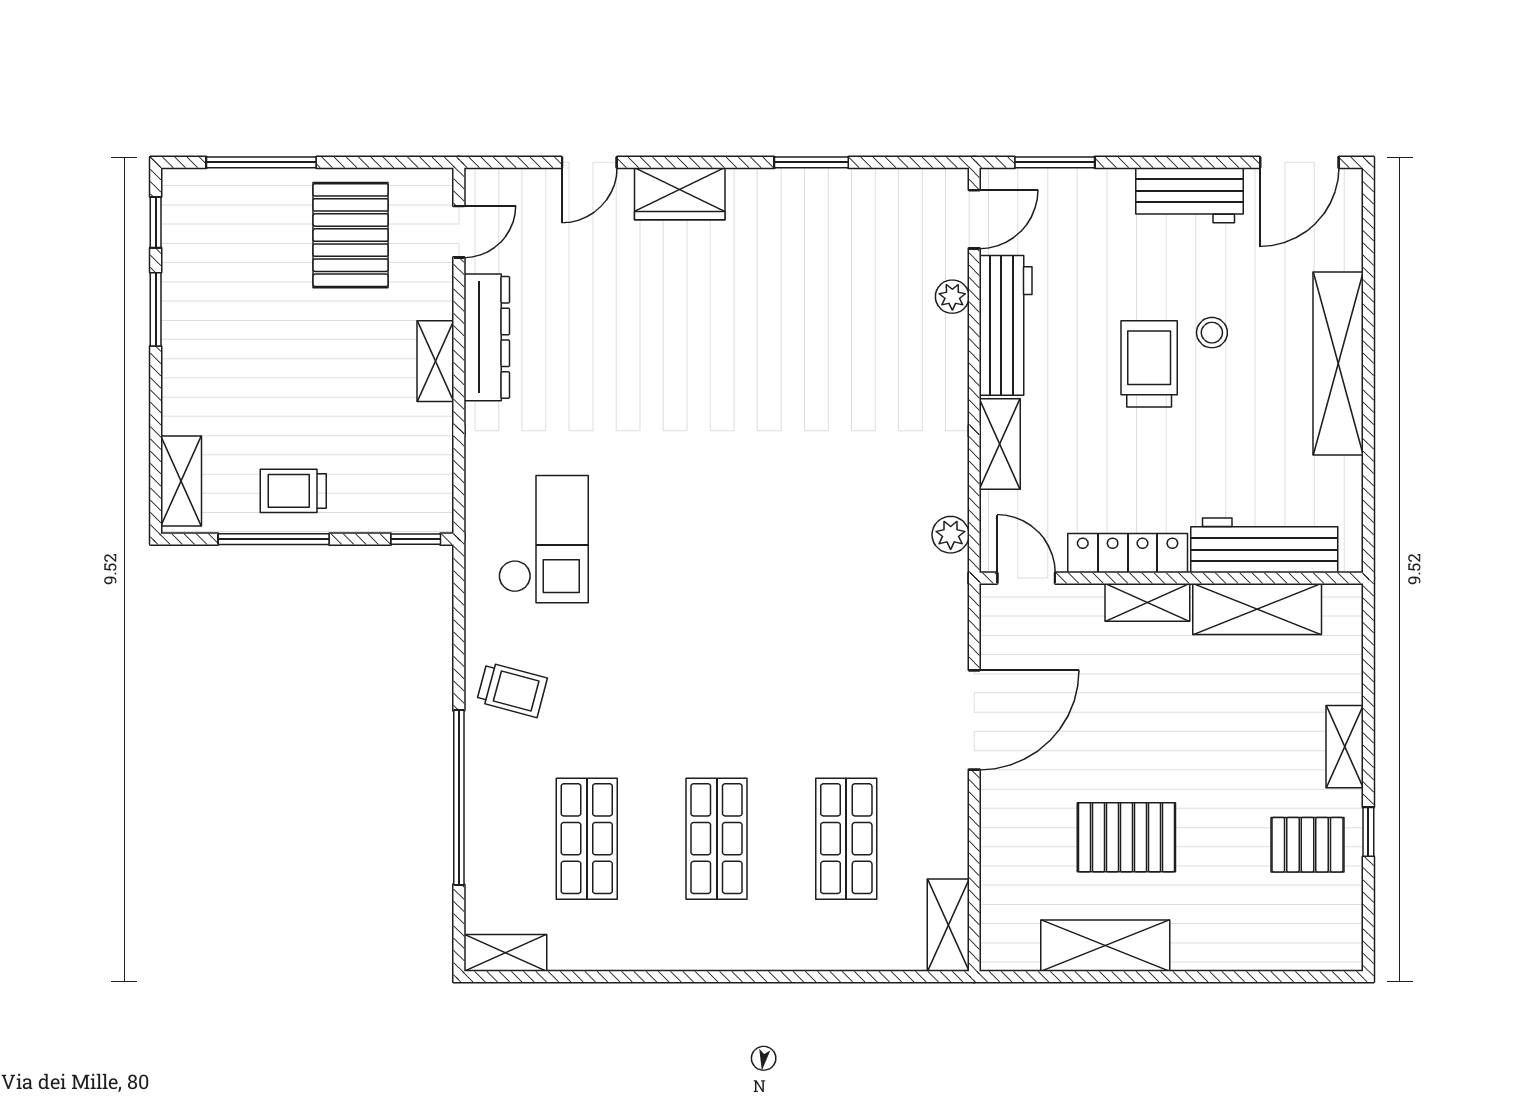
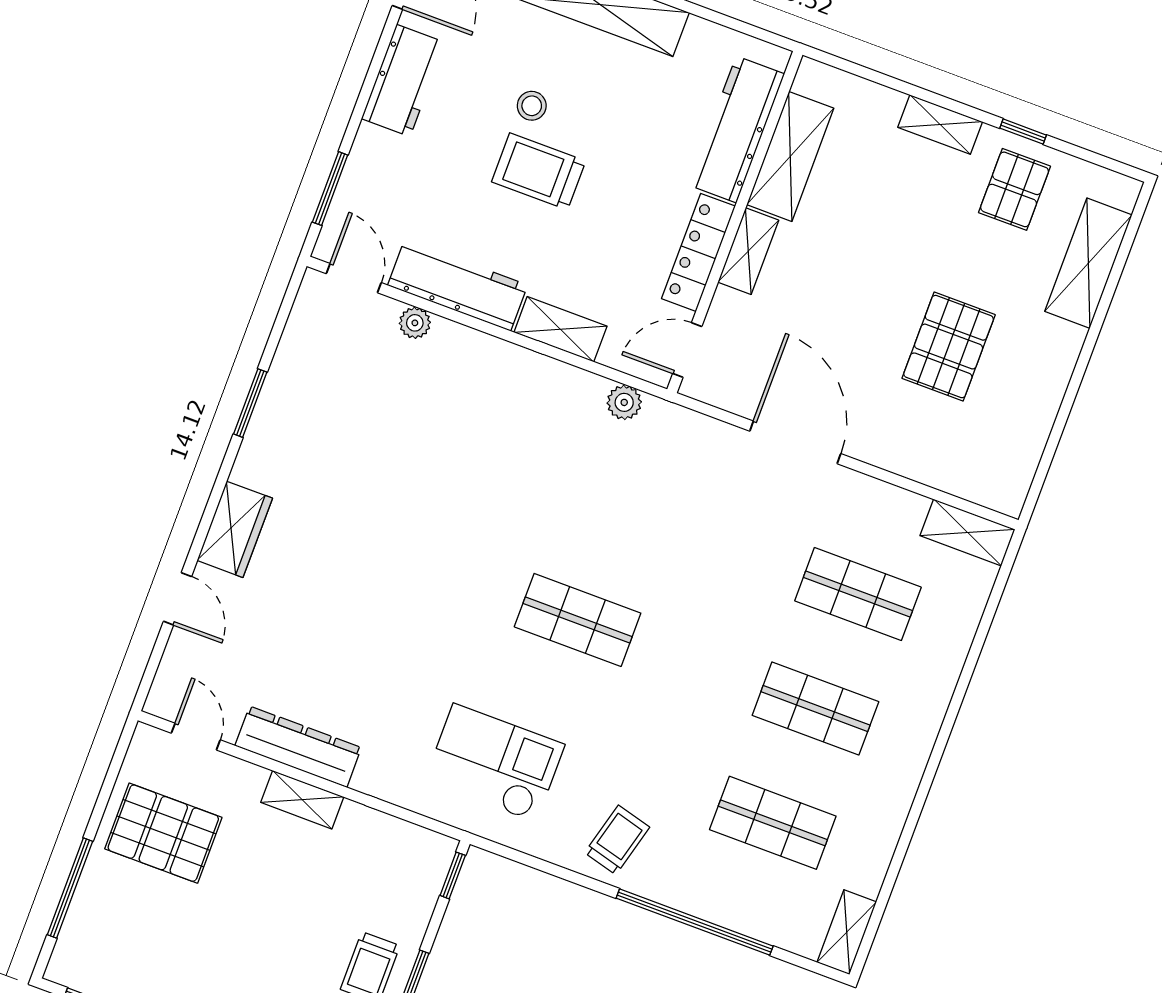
shop shelf: (717, 569) -> (578, 620), added
shelving: (1105, 946) -> (1088, 263), moved

